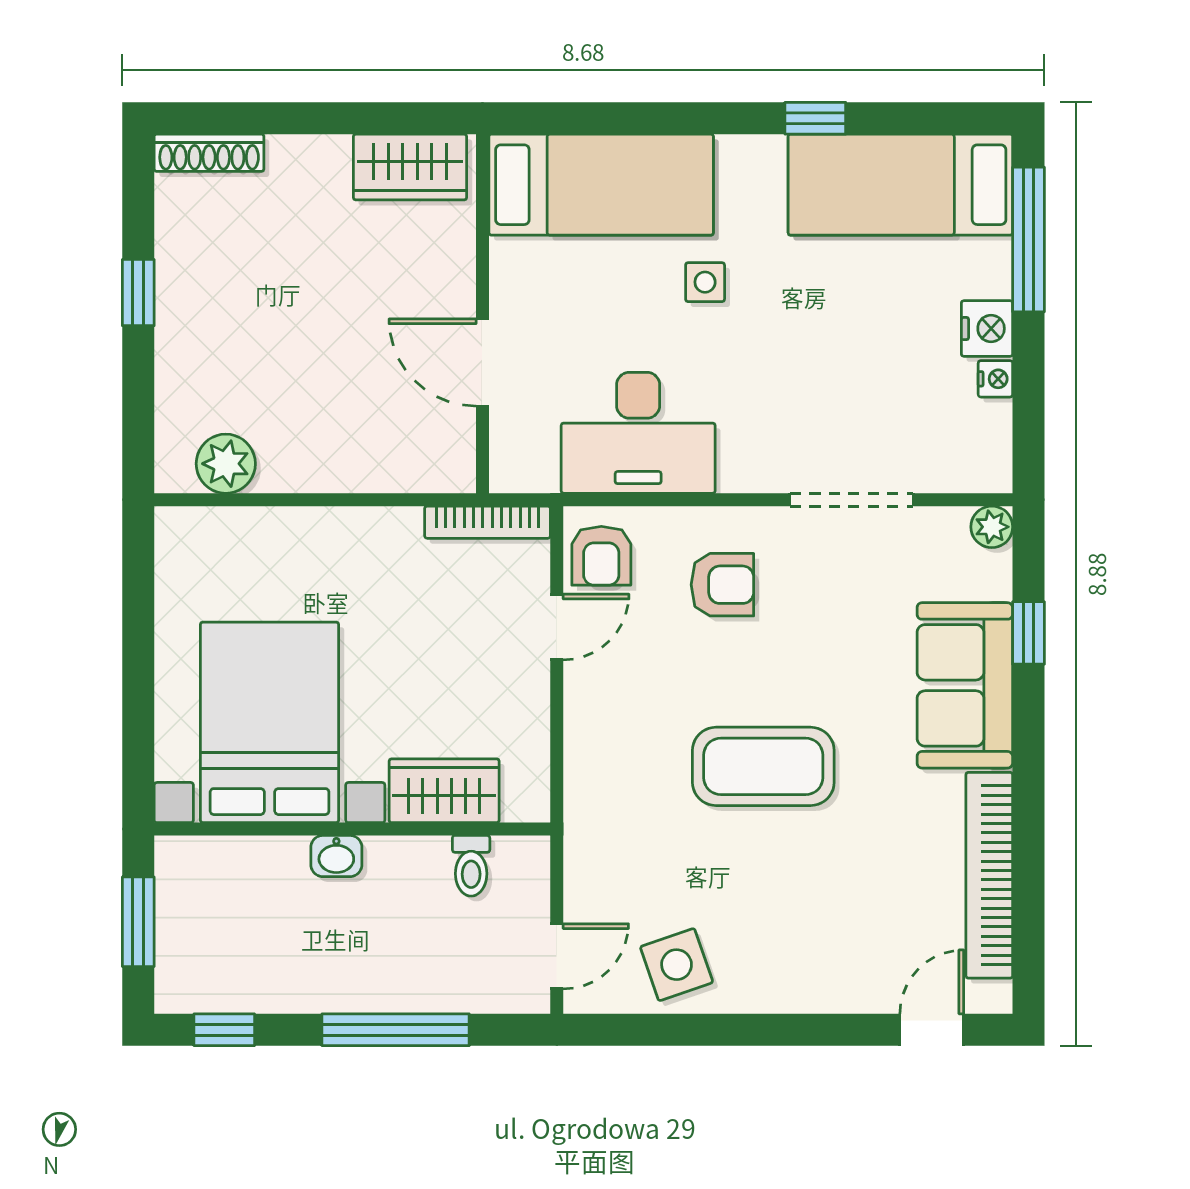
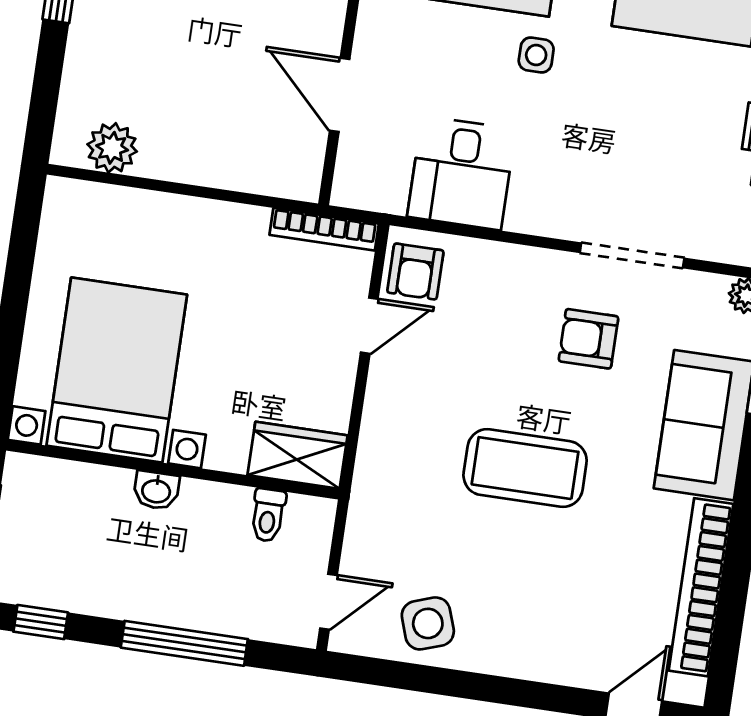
desk: (638, 433) -> (461, 173), width x0.73
armchair: (722, 585) -> (588, 339), moved, turned 180
wardrobe: (444, 791) -> (298, 455), moved

